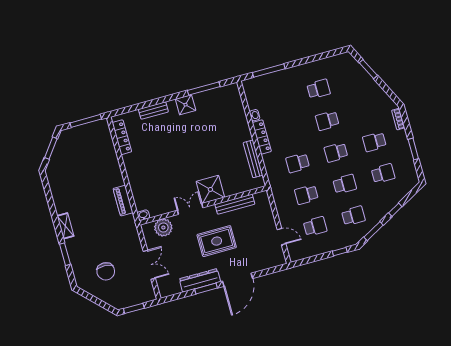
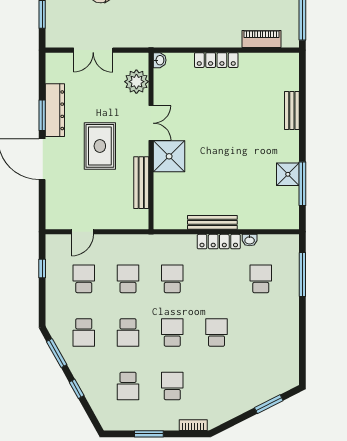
school desk: (319, 89) -> (261, 279), moved, turned 180
shower: (186, 105) -> (288, 174), moved
locker: (122, 137) -> (216, 60), moved
bench: (253, 159) -> (212, 222), moved
piano: (123, 201) -> (261, 39), moved
school desk: (315, 226) -> (84, 279), turned 180
window: (340, 252) -> (42, 269), moved

